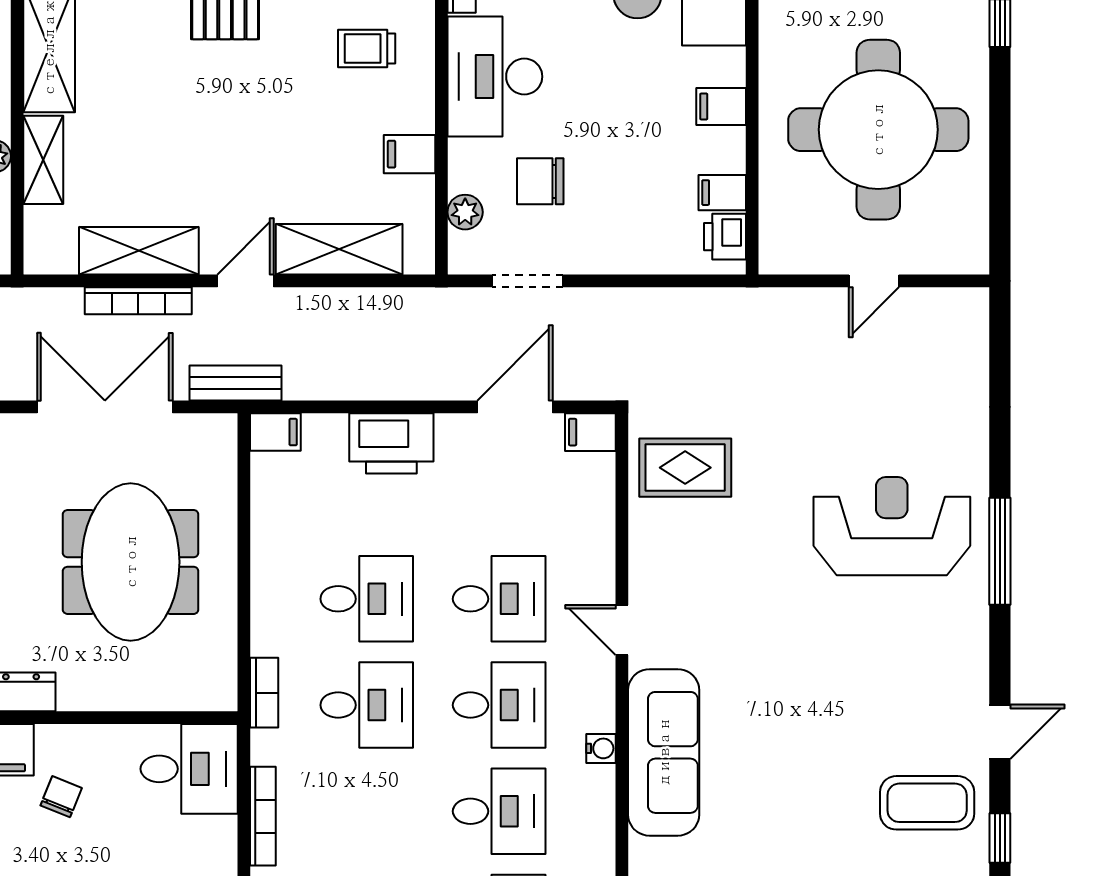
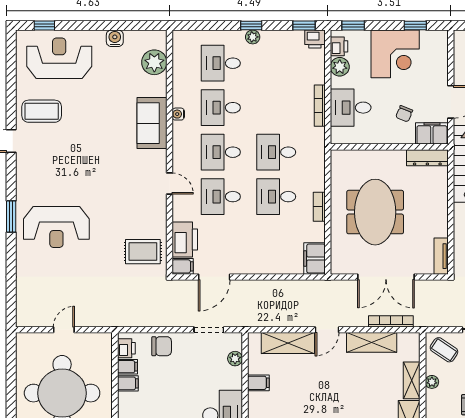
filing cabinet: (721, 106) -> (128, 383), moved
chair: (540, 181) -> (162, 346), moved
bookcase: (138, 301) -> (391, 321), moved
bench: (236, 383) -> (331, 287), removed
filing cabinet: (275, 432) -> (314, 259), width x2.00
printer: (391, 443) -> (185, 239), moved, turned 90
window: (1000, 551) -> (11, 217), width x0.69
bookcase: (264, 693) -> (319, 207), moved
water cooler: (601, 748) -> (178, 114), moved
sofa: (664, 752) -> (152, 123), width x0.73
desk: (189, 769) -> (351, 108), moved
window: (1000, 838) -> (11, 96), removed

